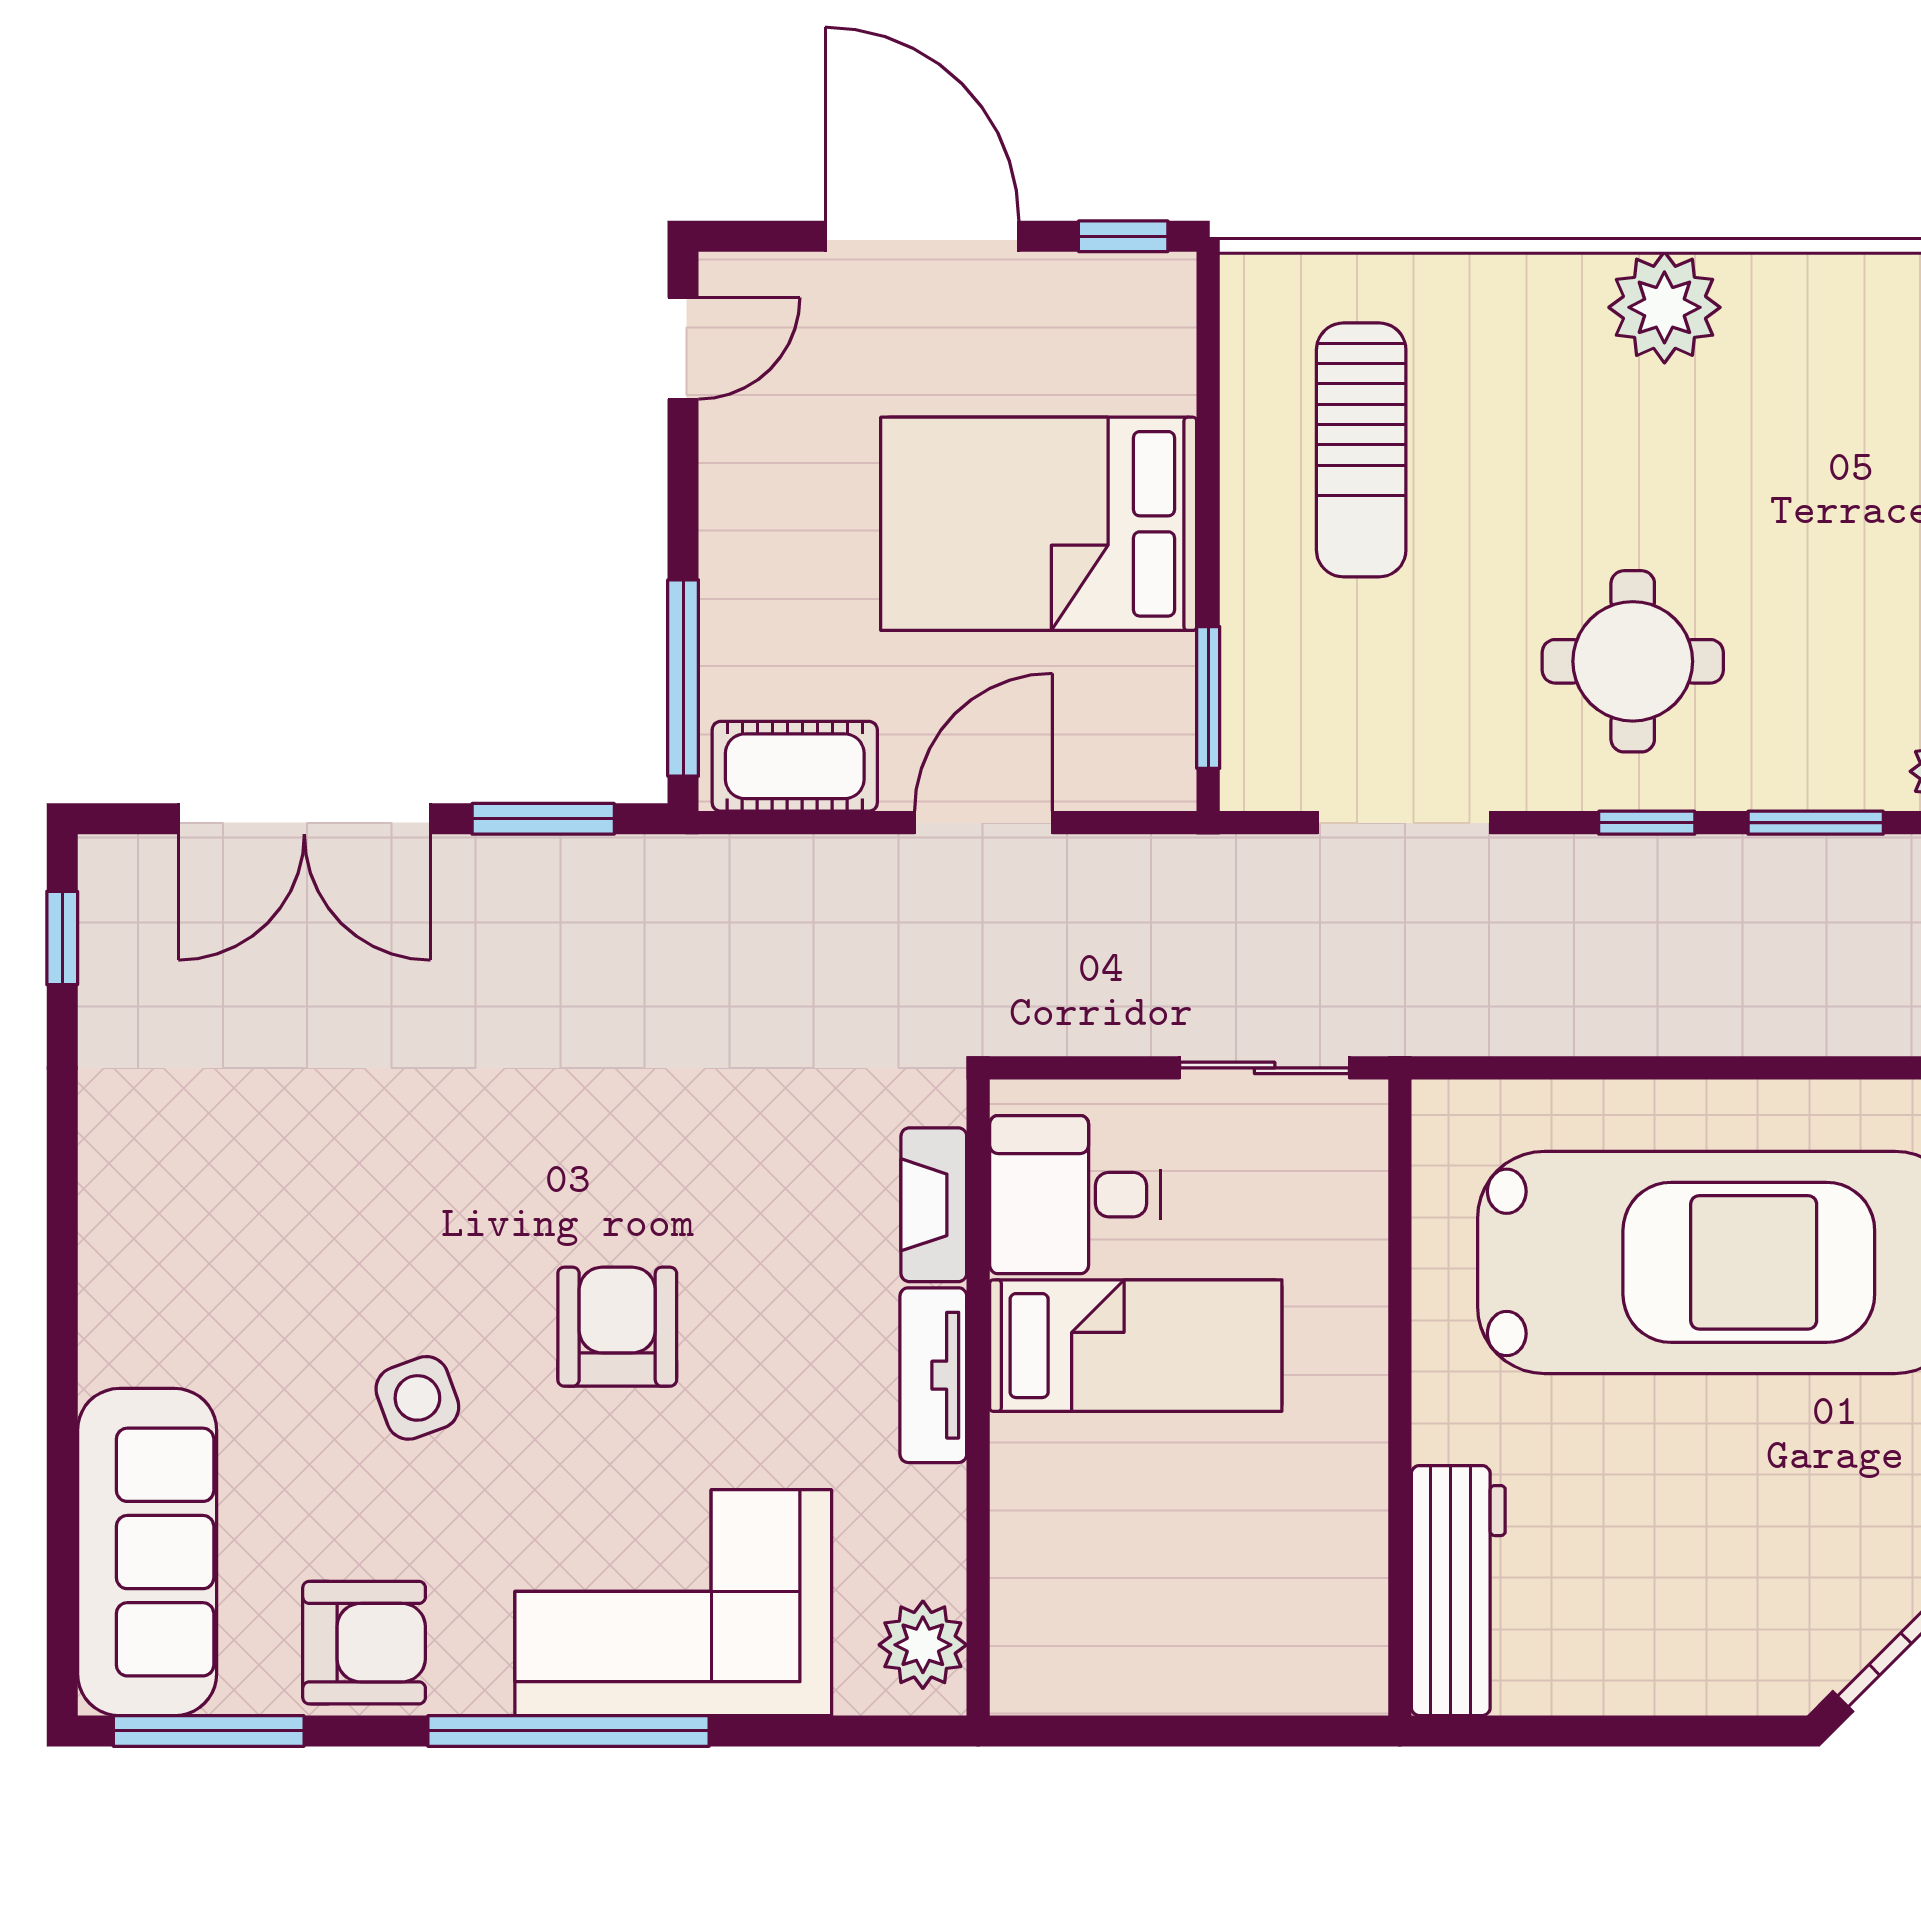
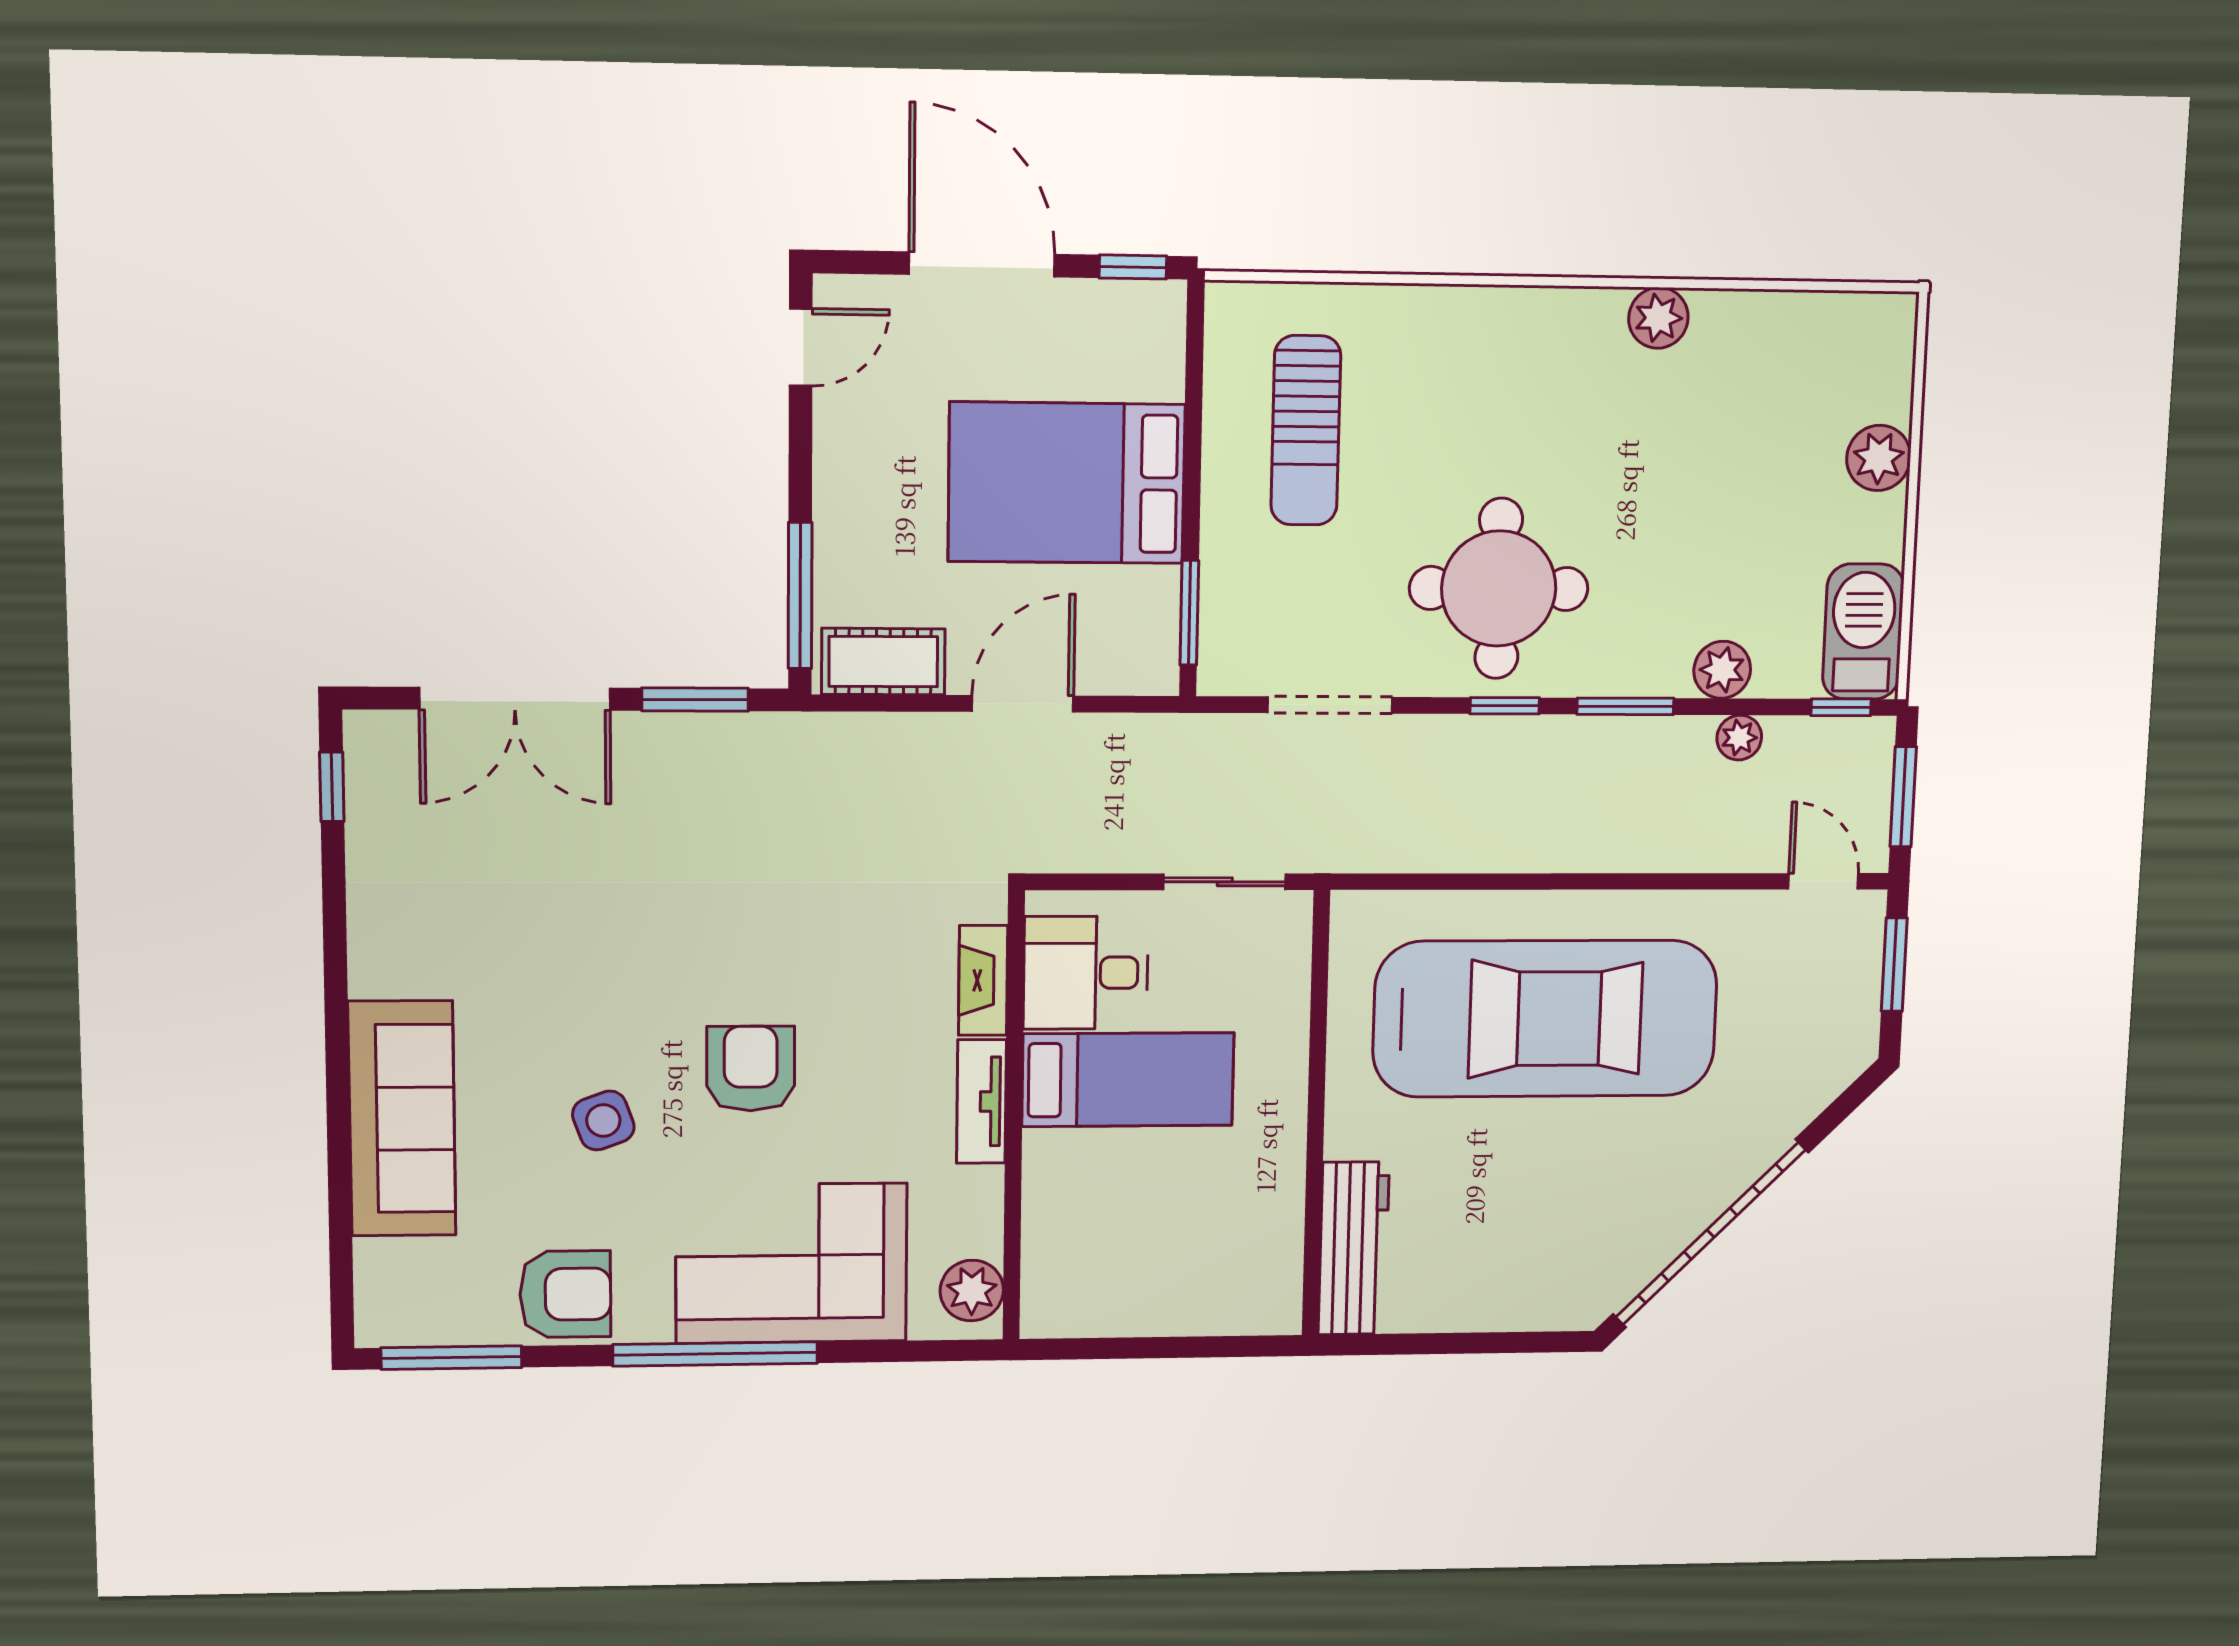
plant: (1664, 307) -> (1658, 318), moved, width x0.73, depth x0.73
round table: (1633, 661) -> (1499, 588), width x1.36, depth x1.36
sofa: (147, 1552) -> (402, 1119), moved

